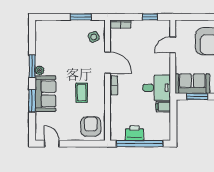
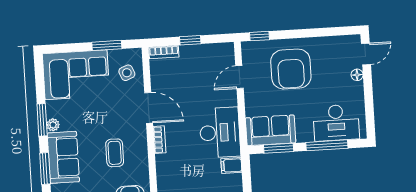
window: (150, 17) -> (190, 40), moved
window: (189, 17) -> (259, 36), added
corner sofa: (58, 36) -> (76, 75), added
desk: (157, 88) -> (220, 132), width x1.37

